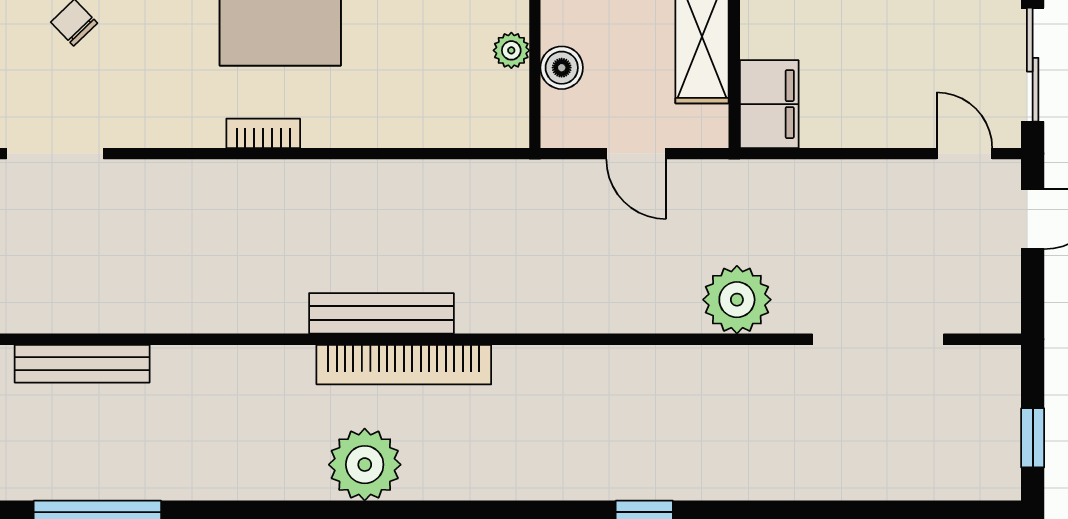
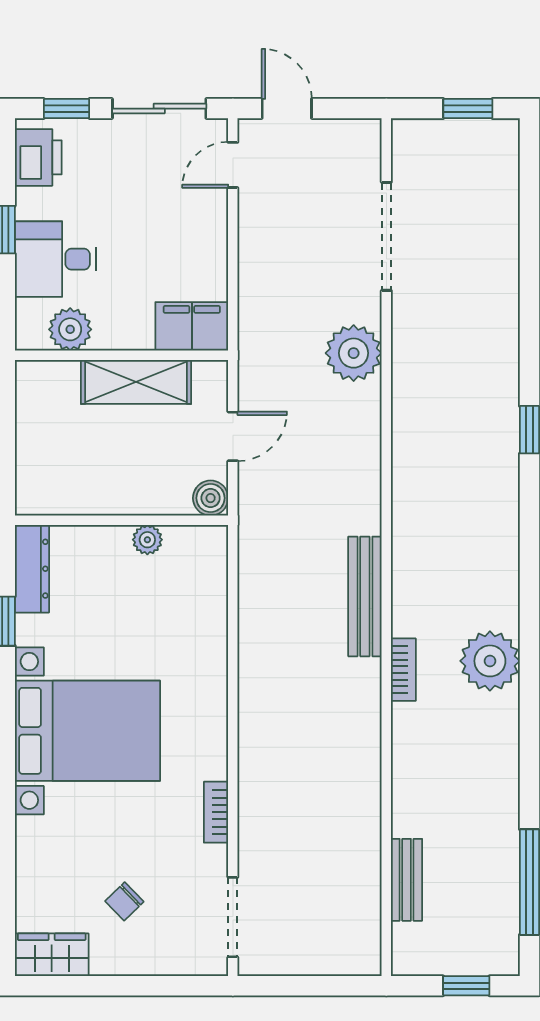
boiler: (562, 68) -> (211, 498), moved
bookcase: (263, 133) -> (216, 812), moved
bench: (381, 313) -> (365, 596), moved
bench: (82, 364) -> (407, 880), width x0.73
bookcase: (404, 365) -> (403, 670), width x0.43, depth x0.76

